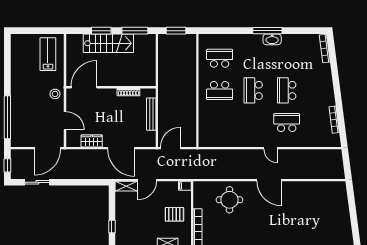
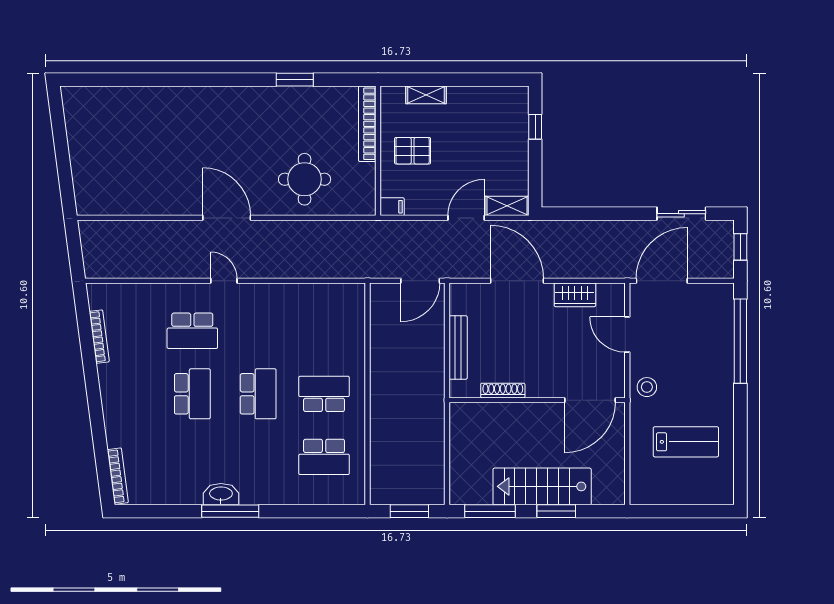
lab bench: (48, 54) -> (686, 442), moved, turned -90

